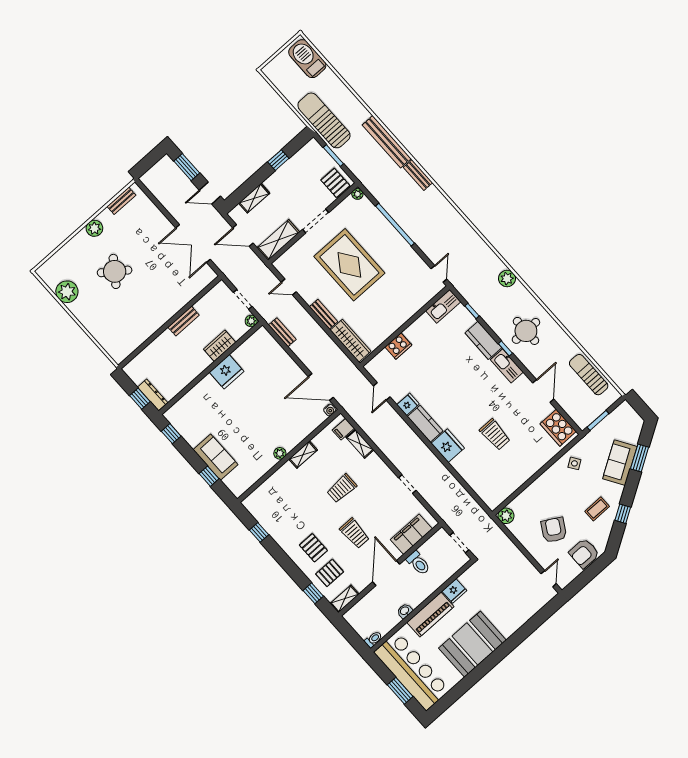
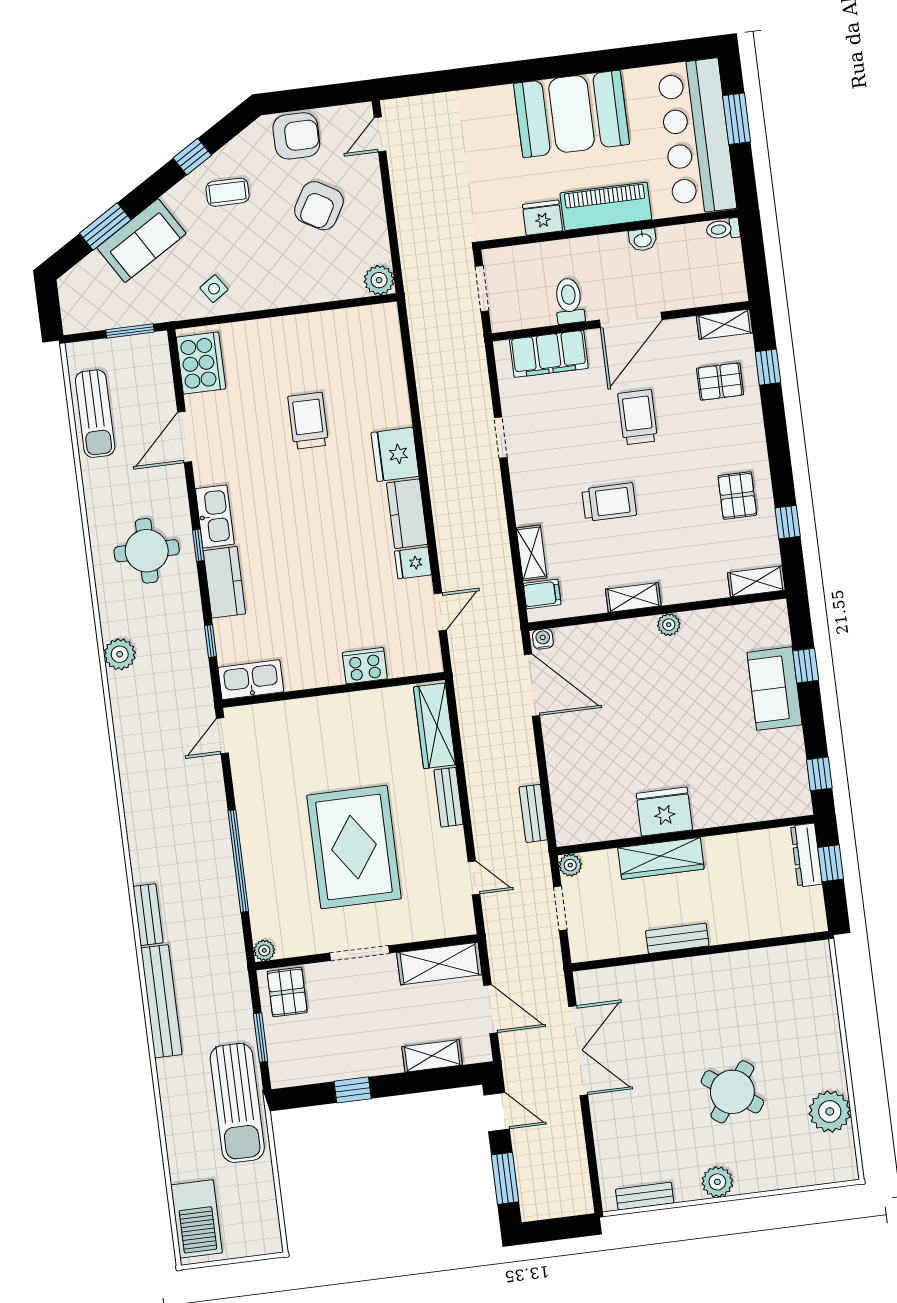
wardrobe: (220, 346) -> (661, 858), width x1.50
shelving: (255, 498) -> (756, 581), added
pallet: (313, 548) -> (737, 495), moved

